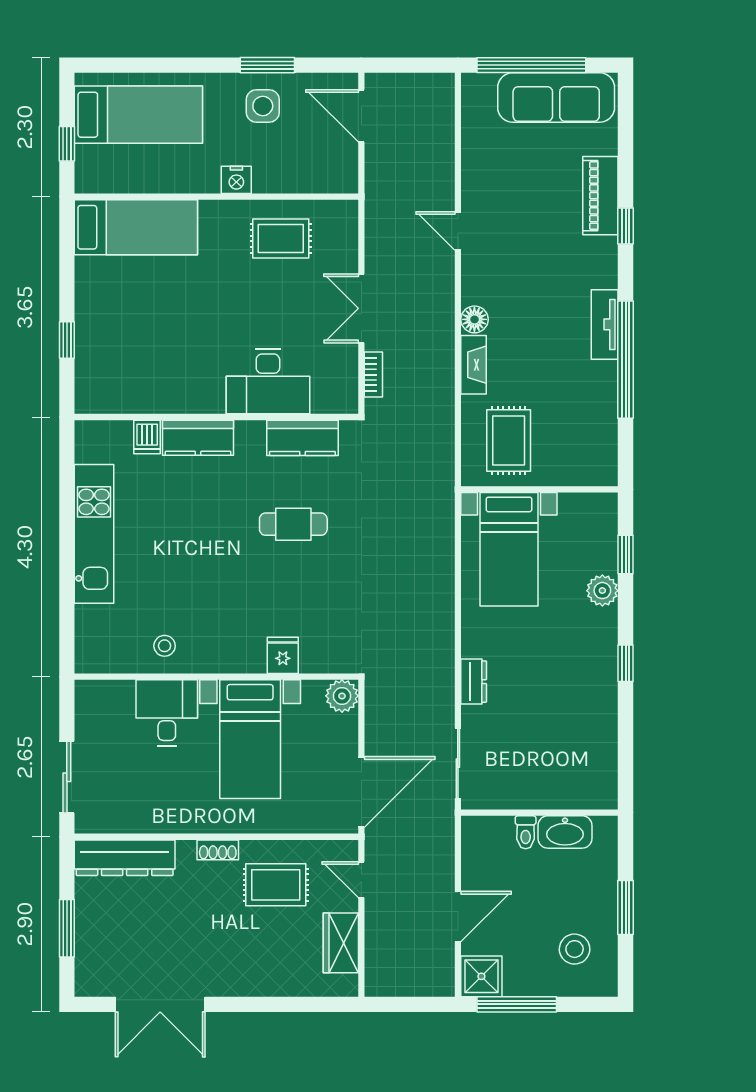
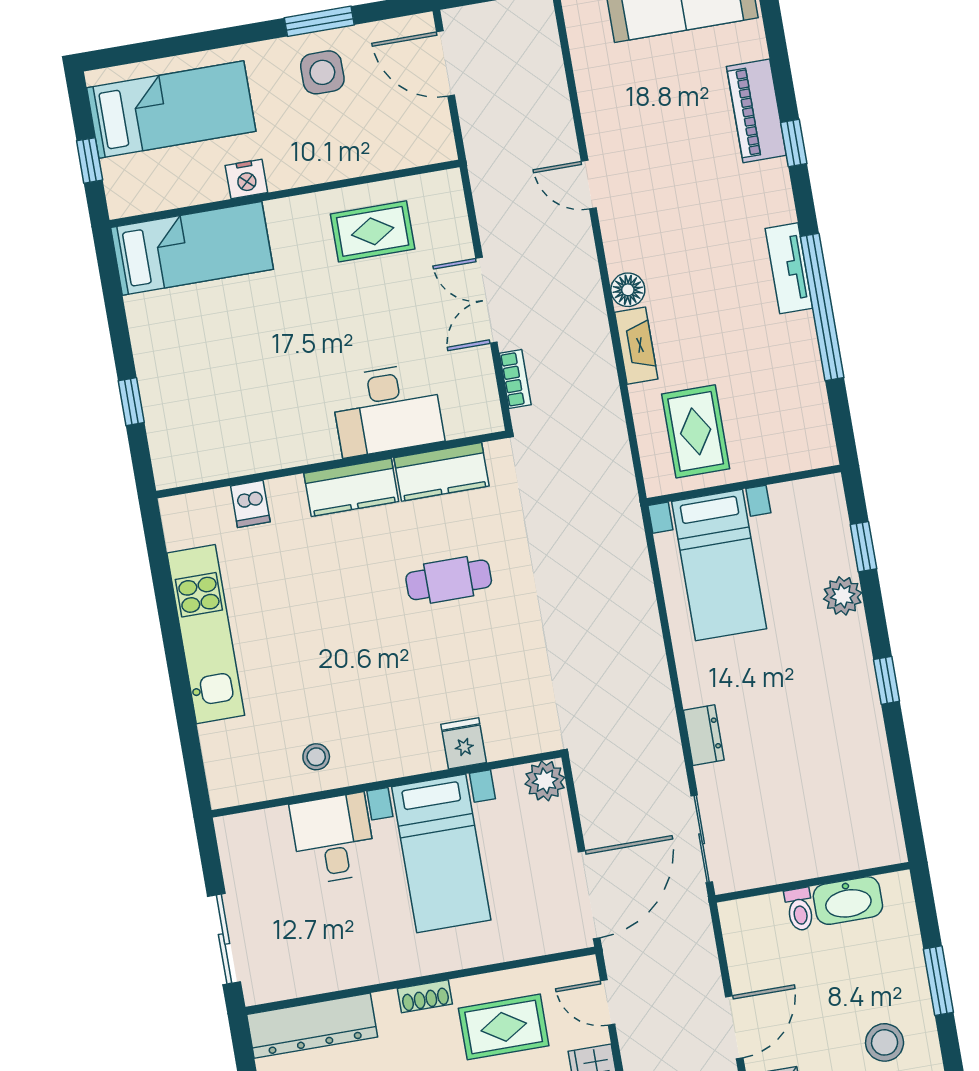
nightstand: (236, 180) -> (246, 179), moved
kitchen counter: (198, 438) -> (351, 487), moved

